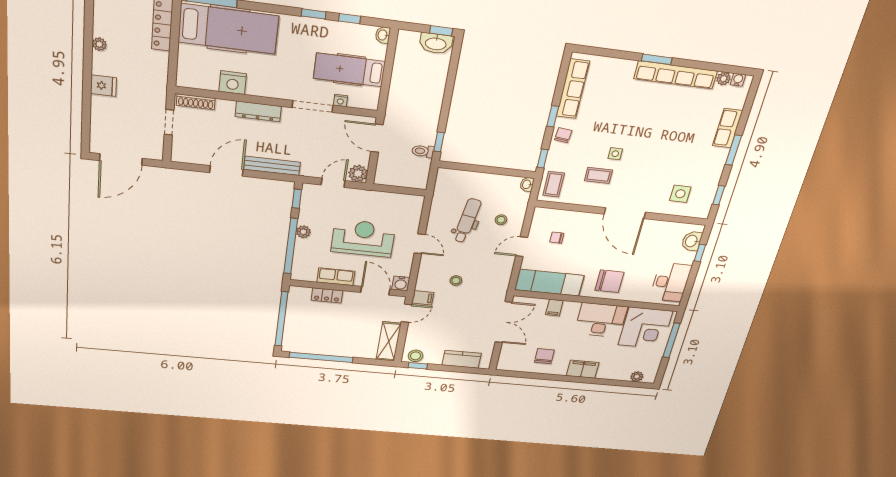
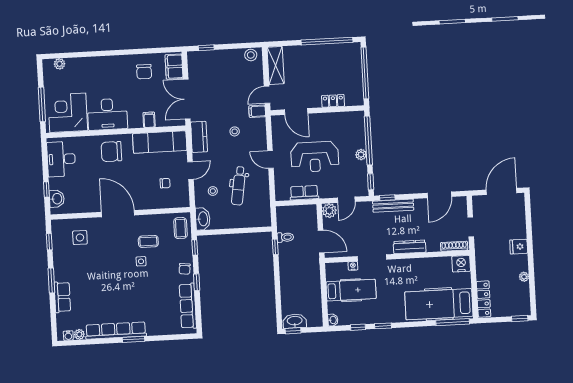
nightstand: (233, 83) -> (461, 264), moved
door: (226, 171) -> (439, 195), moved
window: (278, 177) -> (387, 198), added
washbasin: (527, 184) -> (203, 219), width x1.91, depth x1.45
row of seats: (336, 277) -> (304, 193), moved, turned 180
water cooler: (401, 283) -> (277, 122), removed
kitchen counter: (462, 359) -> (199, 137), moved, turned -90
window: (418, 366) -> (206, 48), moved
filing cabinet: (583, 369) -> (174, 67), moved, turned 90

